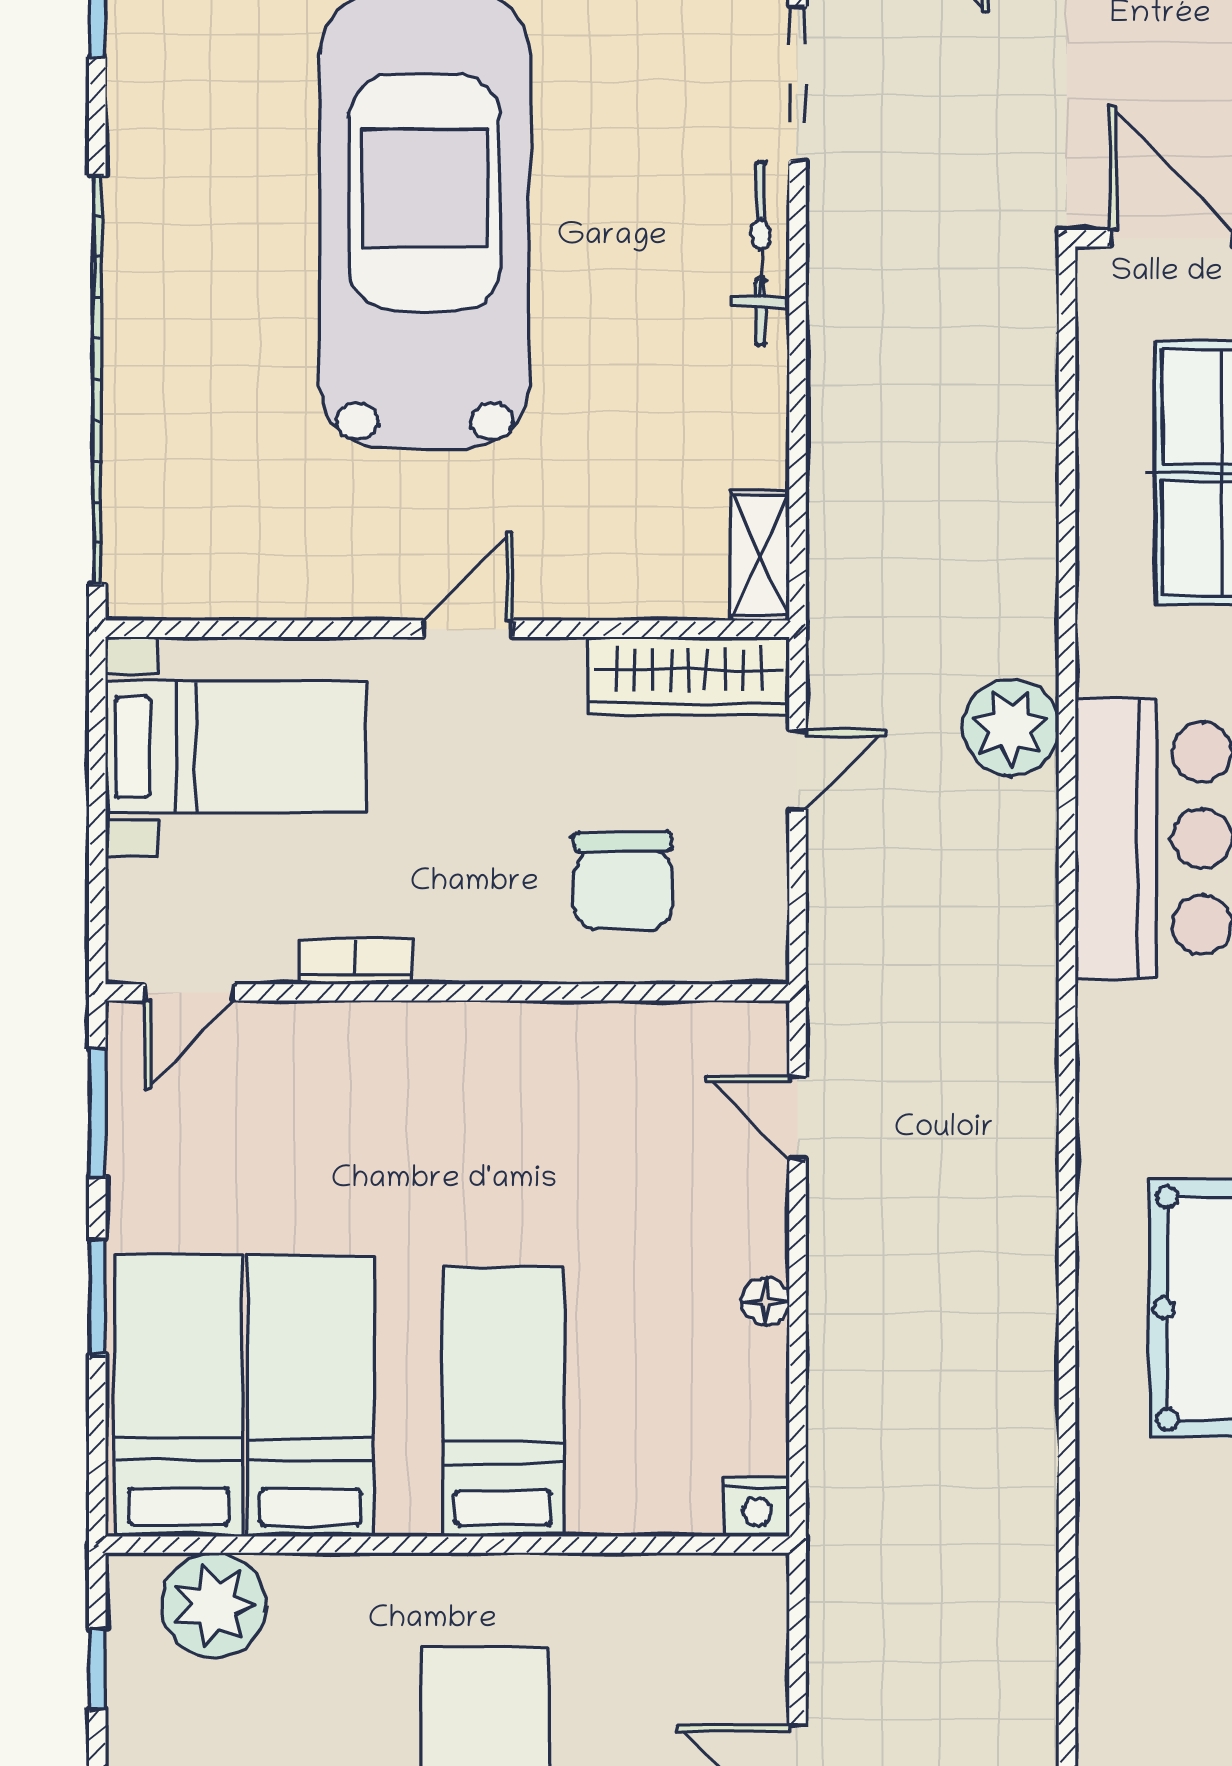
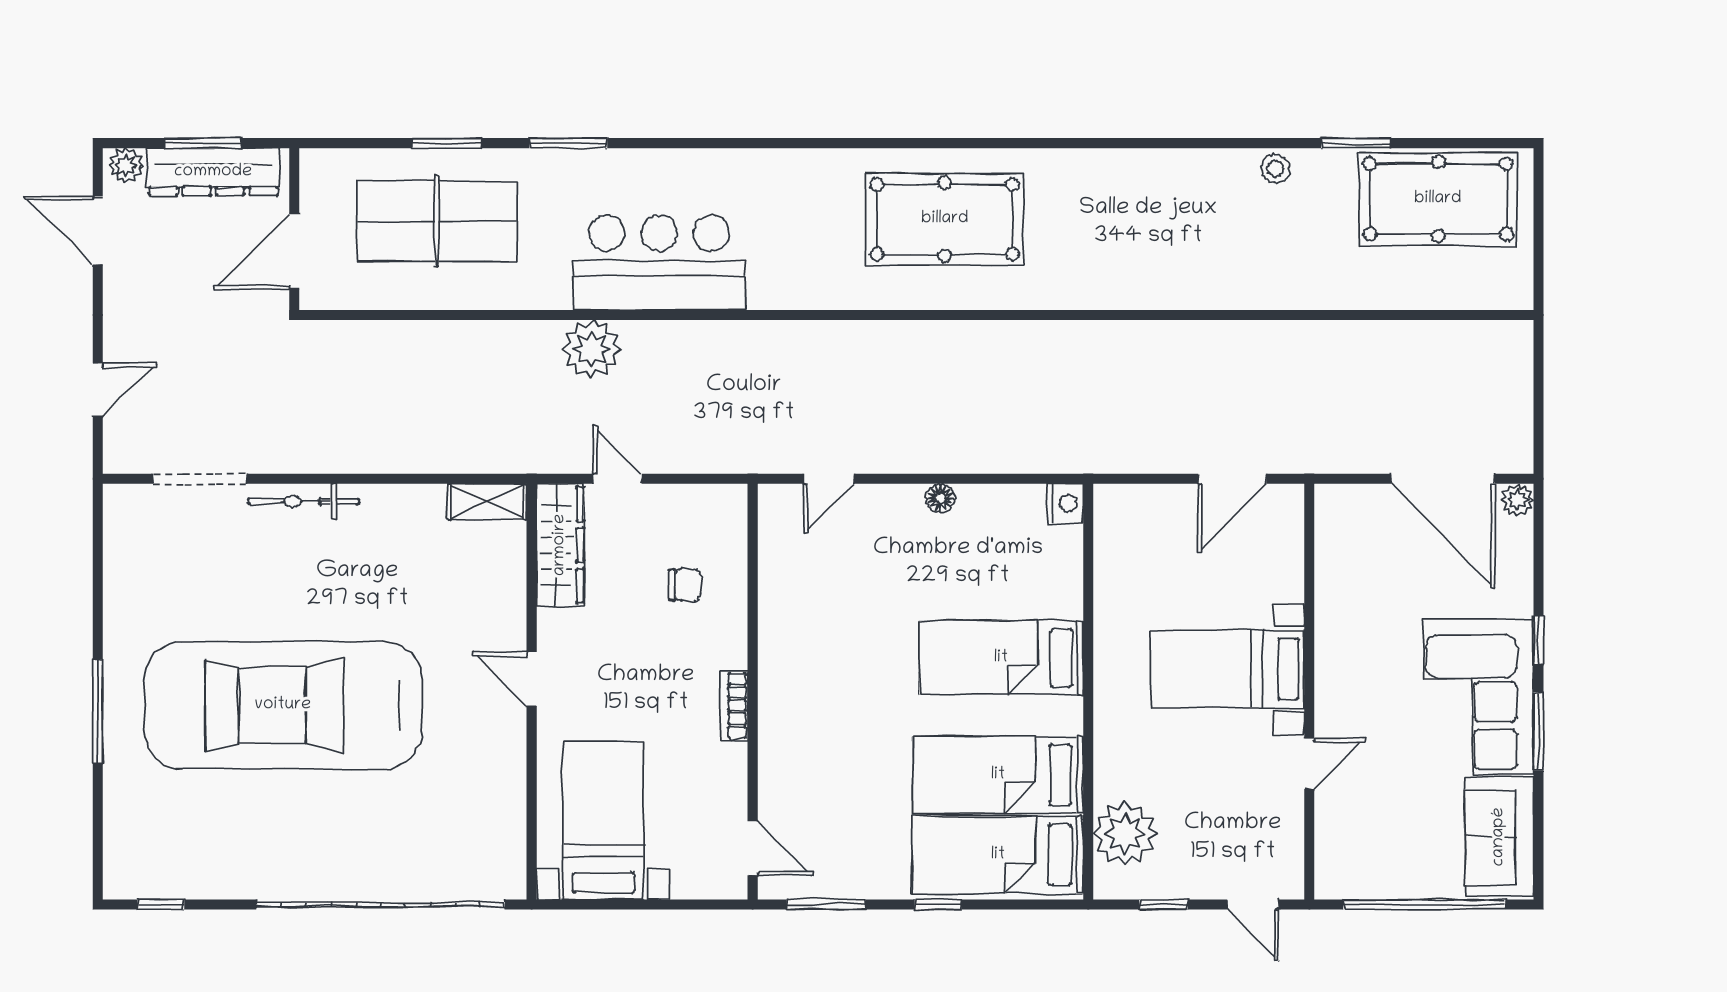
chair: (623, 881) -> (685, 585), width x0.54, depth x0.54
bookcase: (355, 962) -> (734, 705), moved
window: (97, 1297) -> (938, 904), width x0.67

